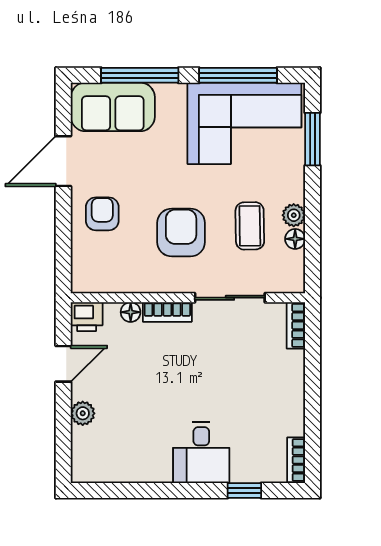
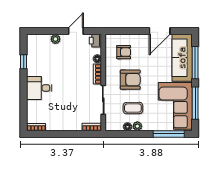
sofa: (113, 107) -> (182, 58), width x1.36
window: (313, 139) -> (169, 134), width x1.44
door: (63, 161) -> (160, 31), swing flipped
armchair: (102, 214) -> (124, 52), moved
door: (63, 364) -> (76, 31), swing flipped
window: (244, 491) -> (24, 62), moved

